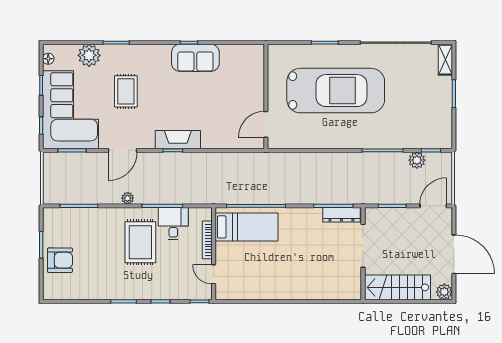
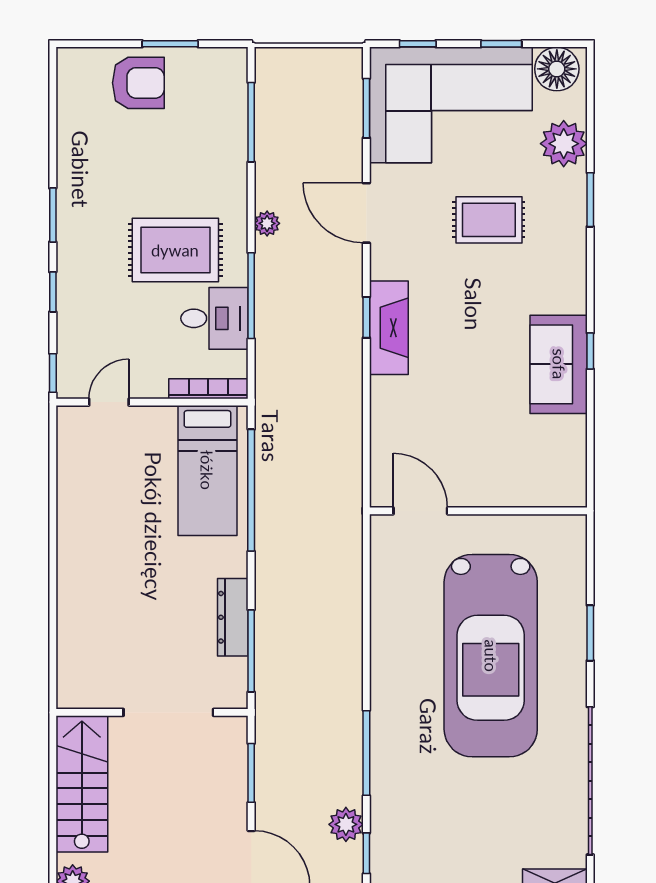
floor lamp: (48, 59) -> (557, 69), width x1.89, depth x1.89
dresser: (341, 215) -> (233, 617), moved
bookcase: (207, 240) -> (208, 389), moved
armchair: (60, 260) -> (138, 83), turned -90

